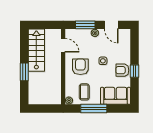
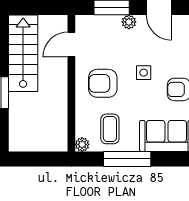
door: (63, 45) -> (71, 45), swing flipped
armchair: (80, 67) -> (103, 83), turned -90

